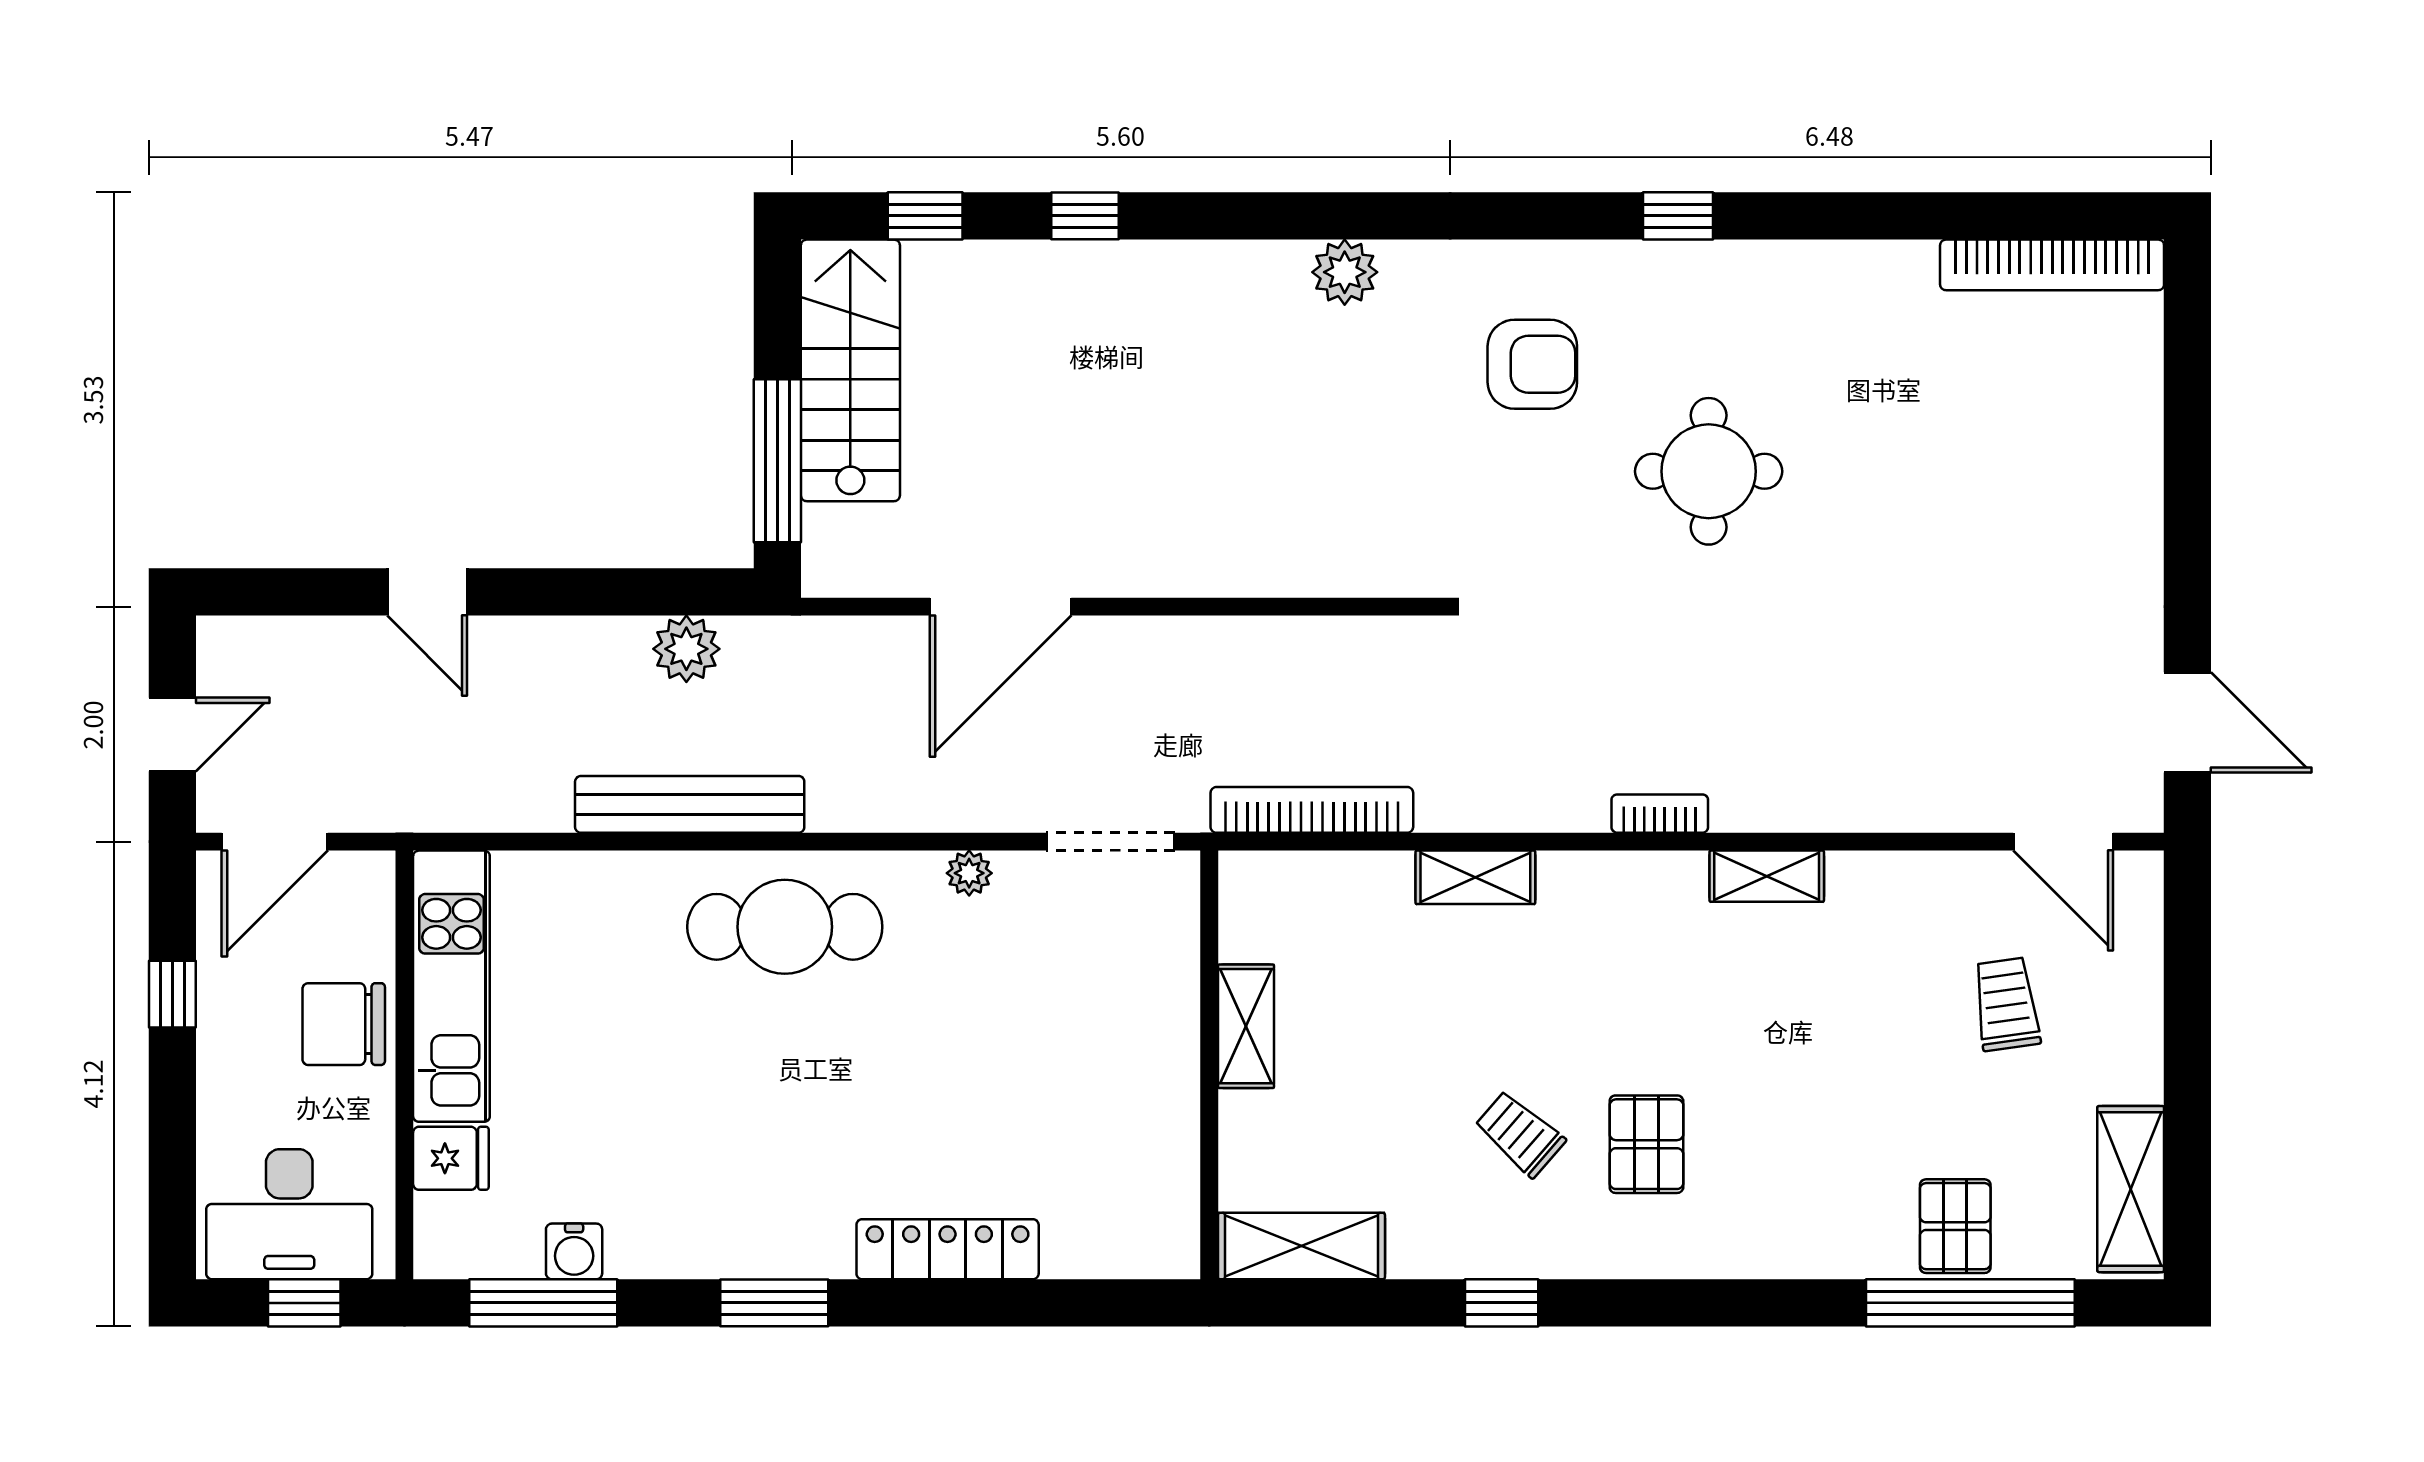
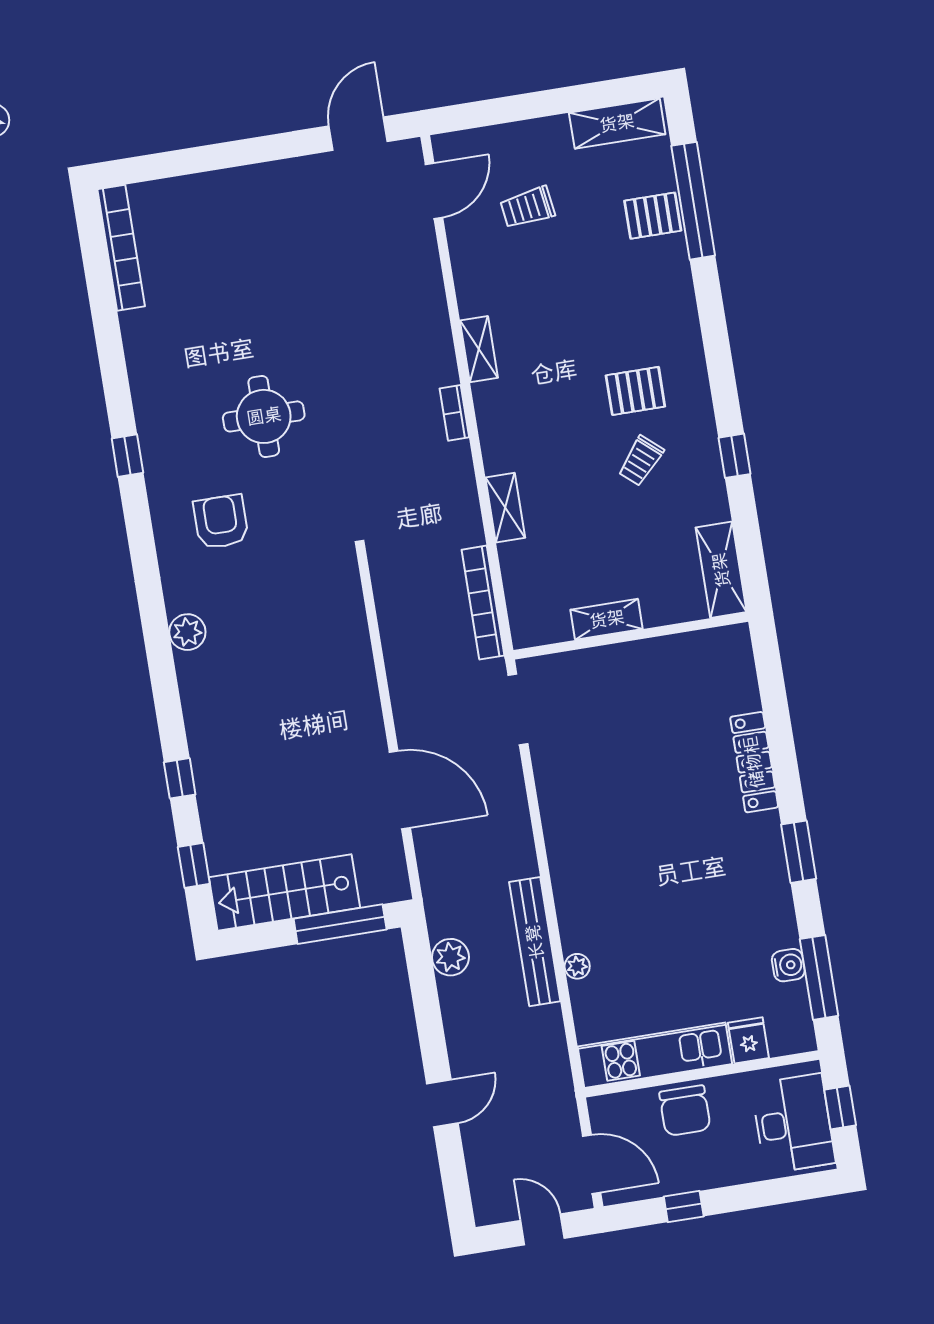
plant: (969, 873) -> (577, 966), moved
cafe table: (785, 927) -> (593, 879), removed

